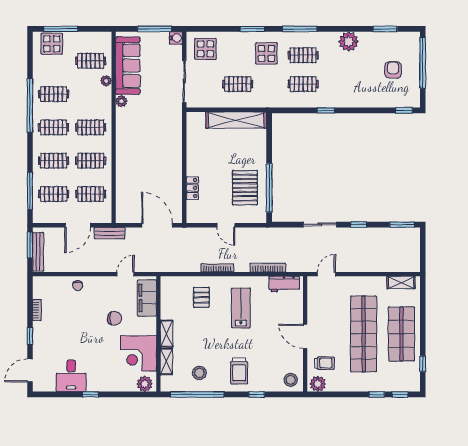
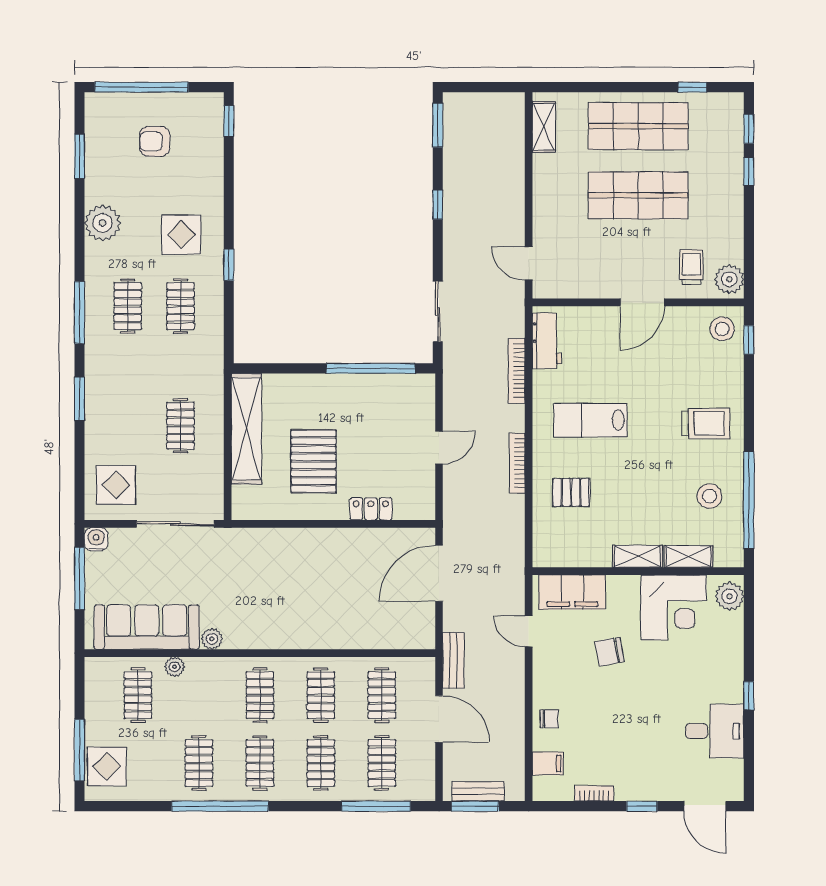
display table: (266, 53) -> (181, 235), moved
pallet: (245, 188) -> (314, 461), moved, turned 90
sliding door: (320, 225) -> (438, 311), moved
bench: (38, 252) -> (478, 791), width x0.73
filing cabinet: (53, 285) -> (548, 763), added
chair: (114, 318) -> (609, 652), turned -101
shop shelf: (364, 334) -> (638, 195), width x0.71
window: (257, 394) -> (749, 340), moved

